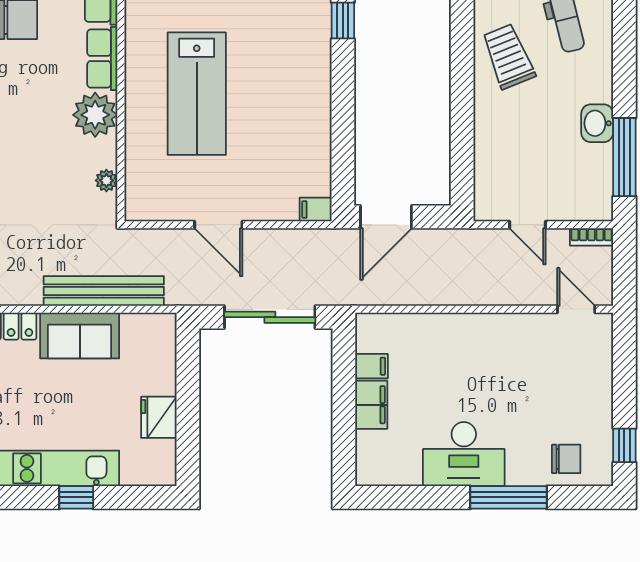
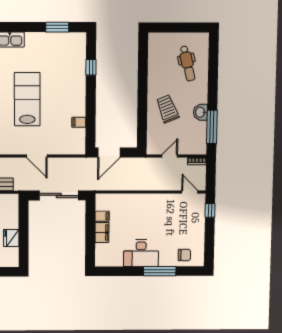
trolley: (508, 56) -> (167, 109), moved
lab bench: (197, 94) -> (27, 99), turned 180
filing cabinet: (316, 210) -> (79, 122), moved
door: (528, 225) -> (170, 156), swing flipped
window: (624, 445) -> (210, 210), moved

